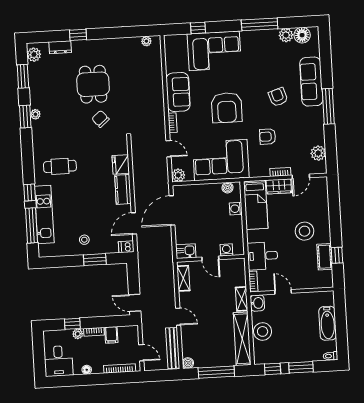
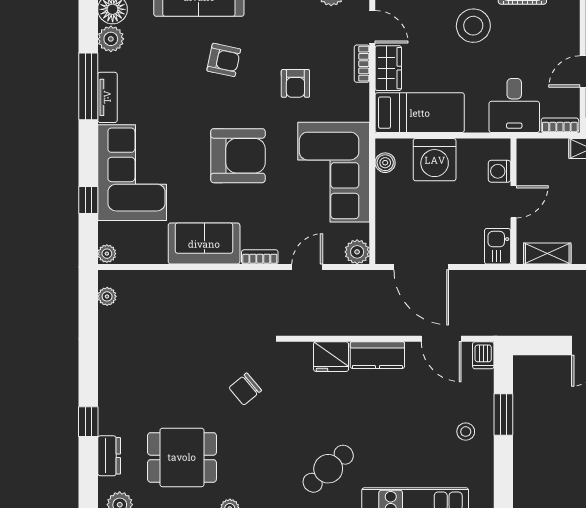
tv unit: (254, 35) -> (107, 97), added
plant: (170, 40) -> (107, 254), added
dining table: (93, 84) -> (182, 457), moved
armchair: (278, 97) -> (224, 60), turned -150
cafe table: (60, 166) -> (328, 469), turned 48
washing machine: (236, 209) -> (435, 160), width x1.89, depth x1.89

